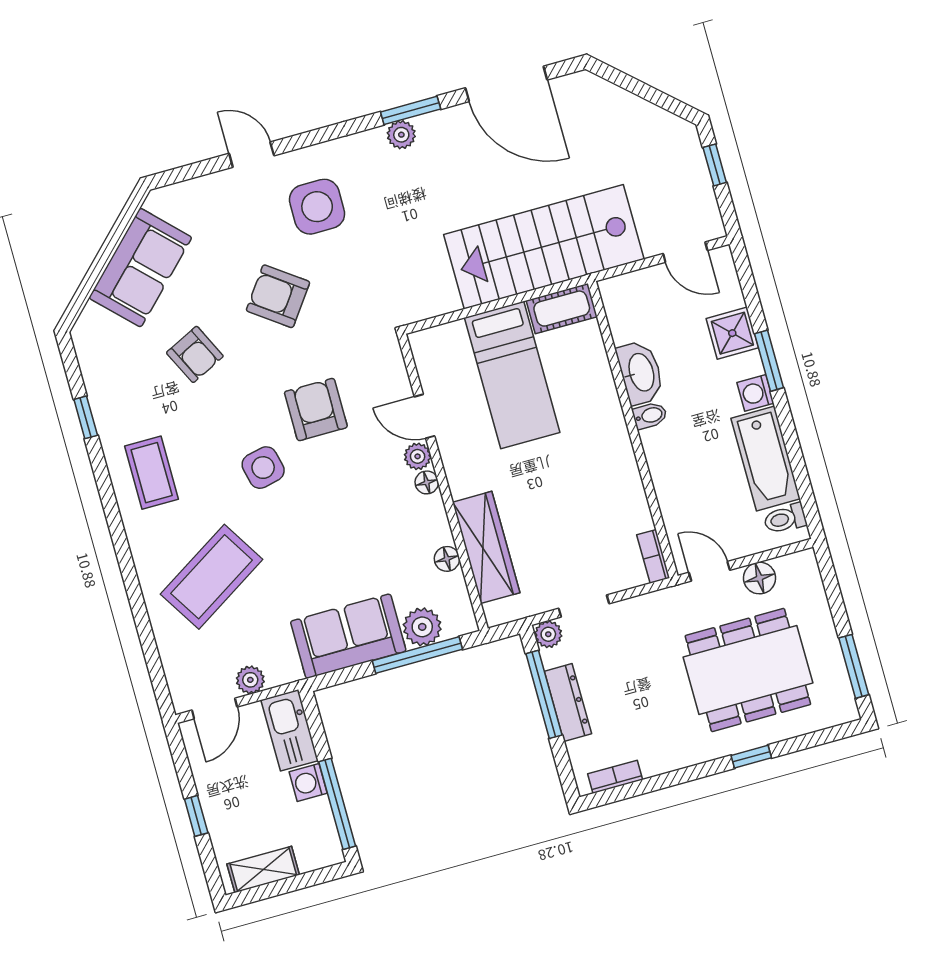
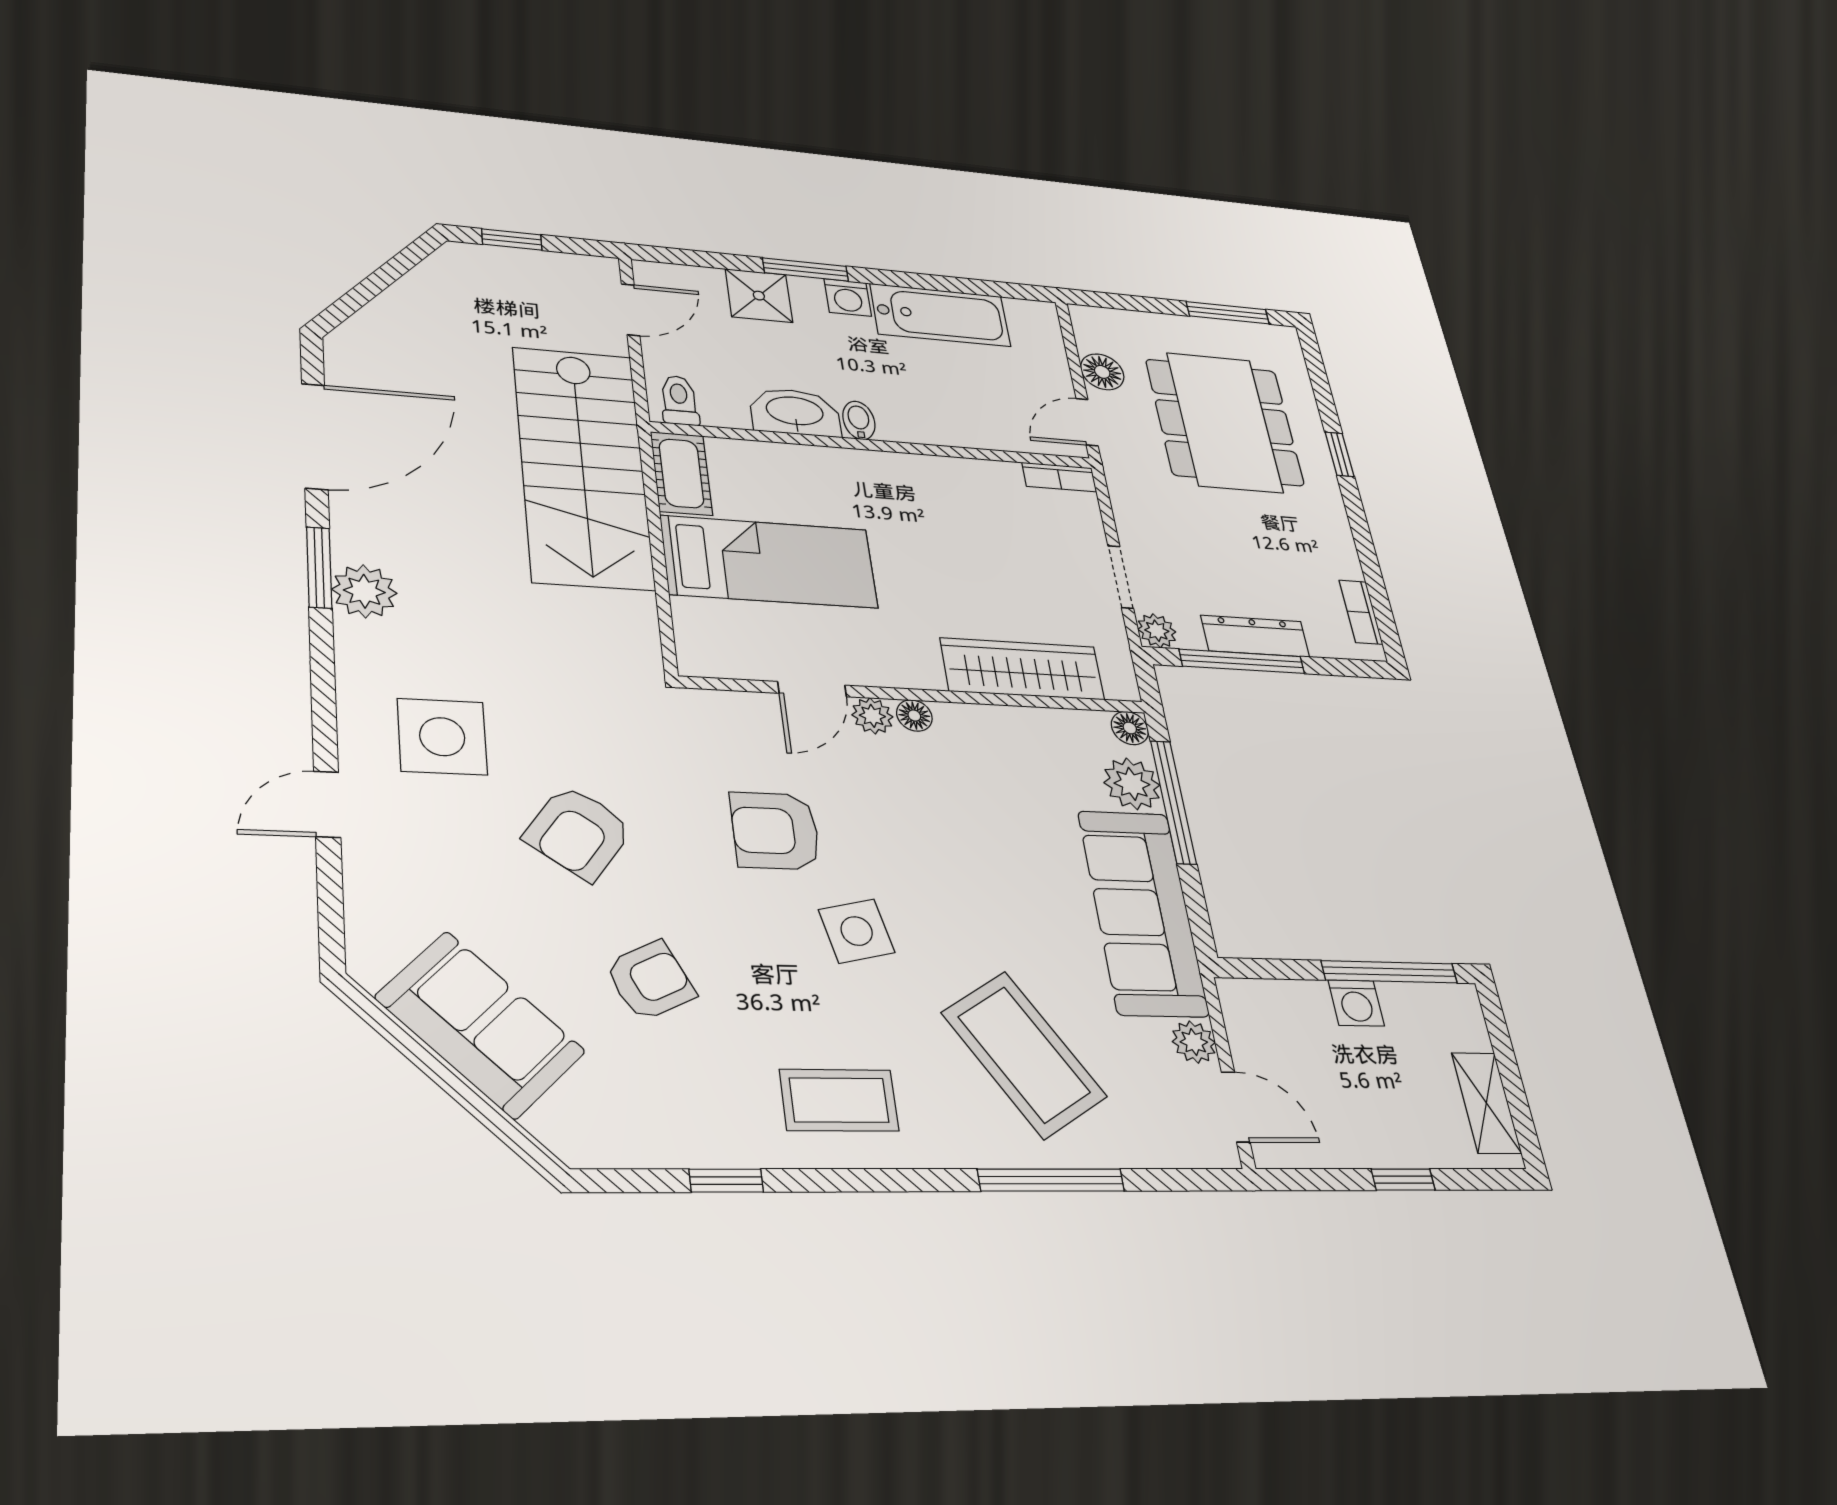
plant: (401, 135) -> (364, 591), width x1.38, depth x1.38
toilet: (785, 519) -> (679, 400), moved, turned 180
floor lamp: (447, 559) -> (1130, 728), moved
window: (137, 601) -> (1051, 1180), added
sofa: (348, 636) -> (1143, 912), width x1.36
kitchen sink: (290, 730) -> (1276, 1007), removed

